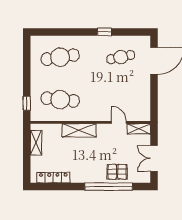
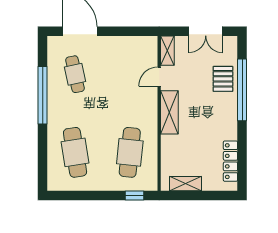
window: (104, 32) -> (43, 95), width x3.17
shelving: (79, 130) -> (169, 112), moved

